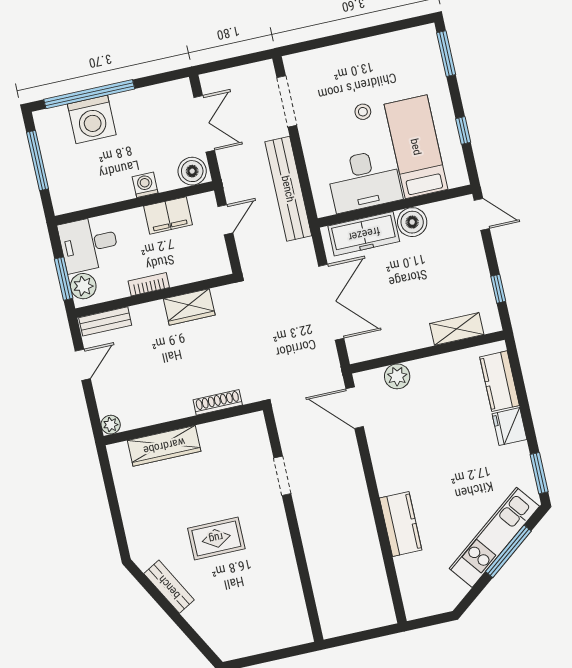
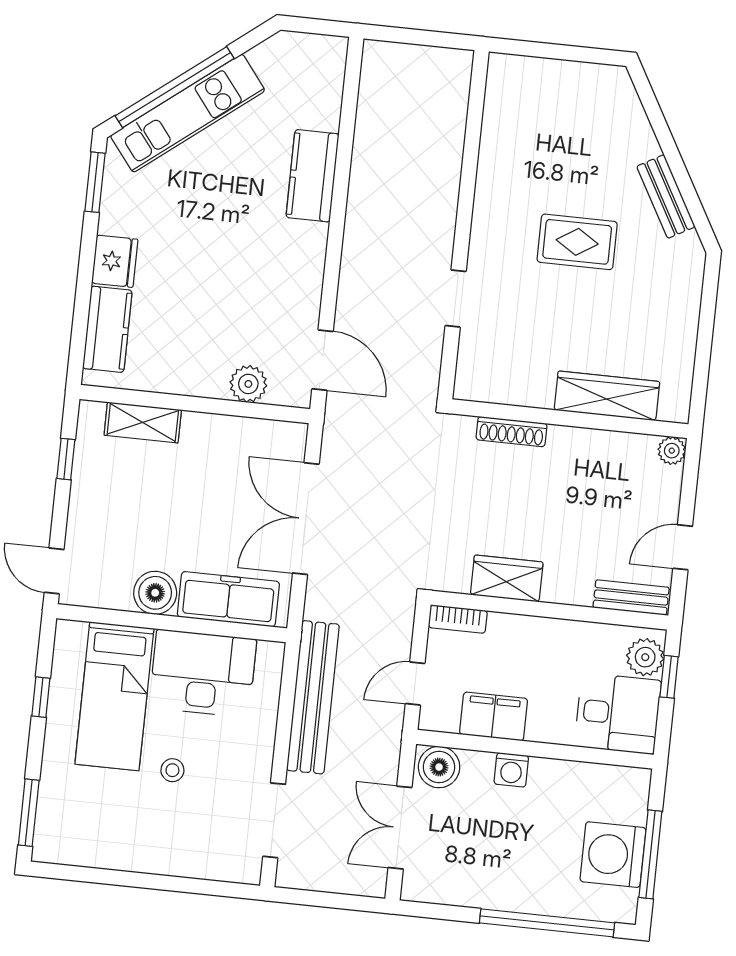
washing machine: (92, 119) -> (613, 855), moved, turned -90
window: (64, 279) -> (669, 677), width x0.67
bookcase: (149, 284) -> (458, 619), moved
window: (508, 551) -> (175, 87), width x1.46

